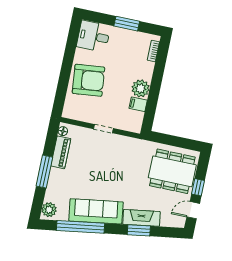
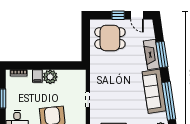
filing cabinet: (138, 104) -> (37, 76), moved
dining table: (172, 171) -> (110, 38), width x0.73
window: (139, 230) -> (162, 54), width x1.44

